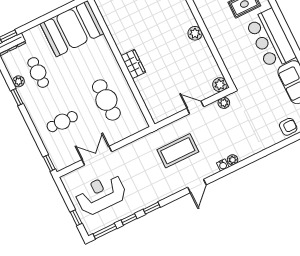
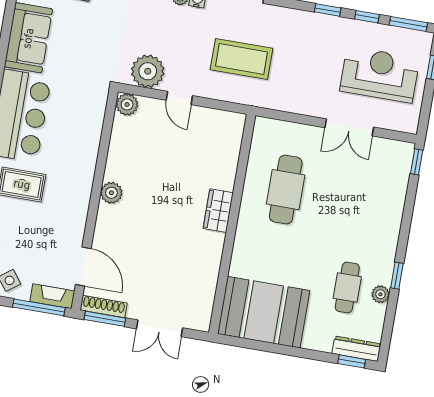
plant: (224, 103) -> (148, 71), width x1.87, depth x1.87
cafe table: (62, 122) -> (362, 203), removed
reception desk: (101, 194) -> (380, 75), turned 180

